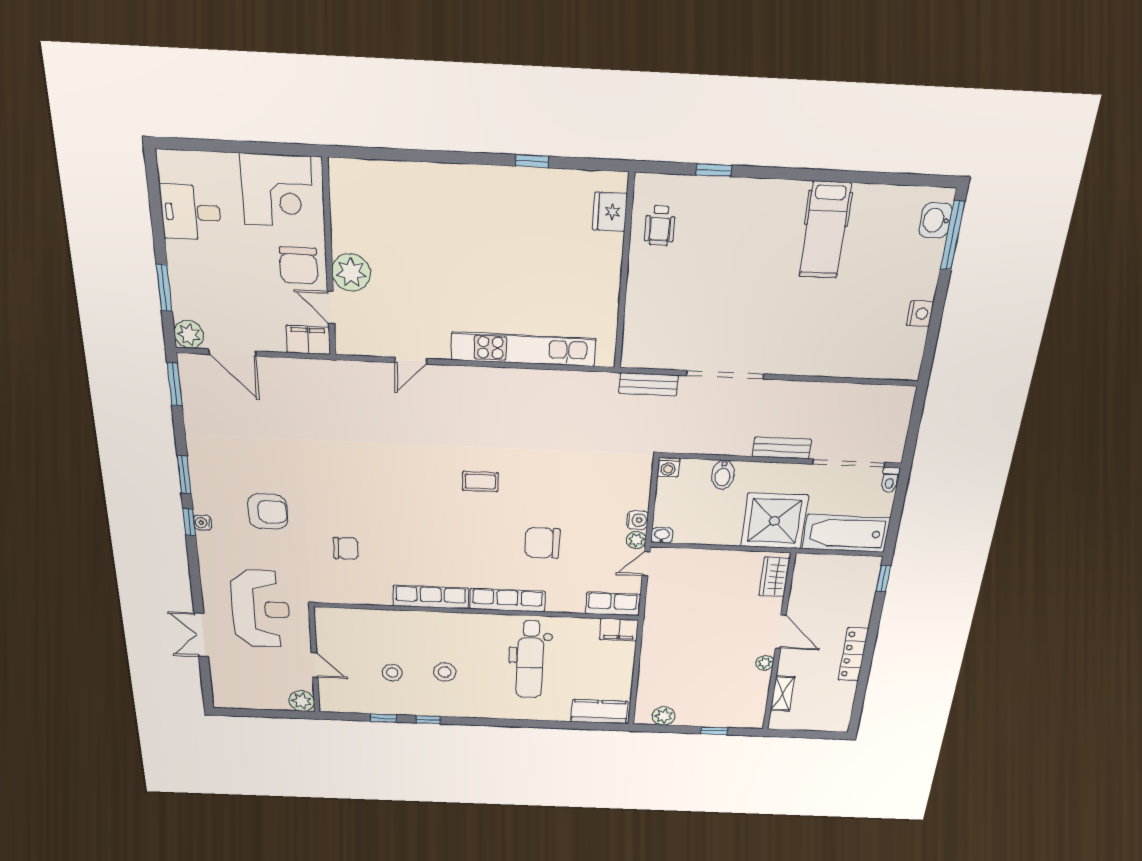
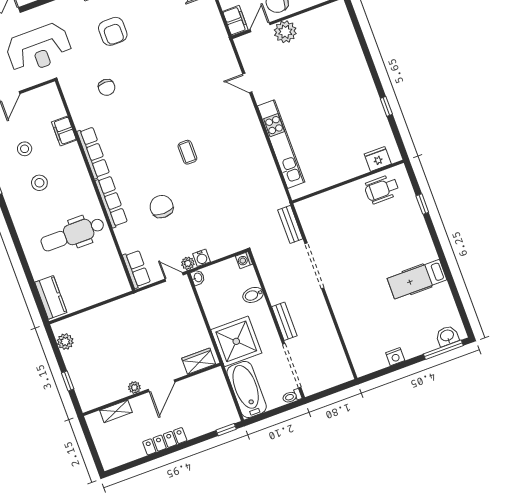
wheelchair: (660, 226) -> (382, 189), width x1.36, depth x1.37
filing cabinet: (619, 630) -> (64, 131), moved

